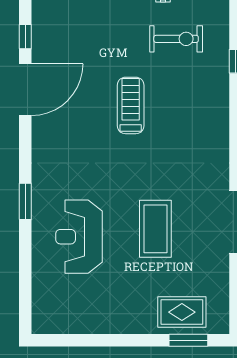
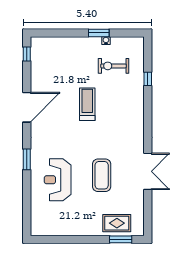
window: (25, 37) -> (27, 54), moved
exercise bike: (176, 39) -> (113, 66), turned 180
door: (25, 90) -> (27, 107), moved

